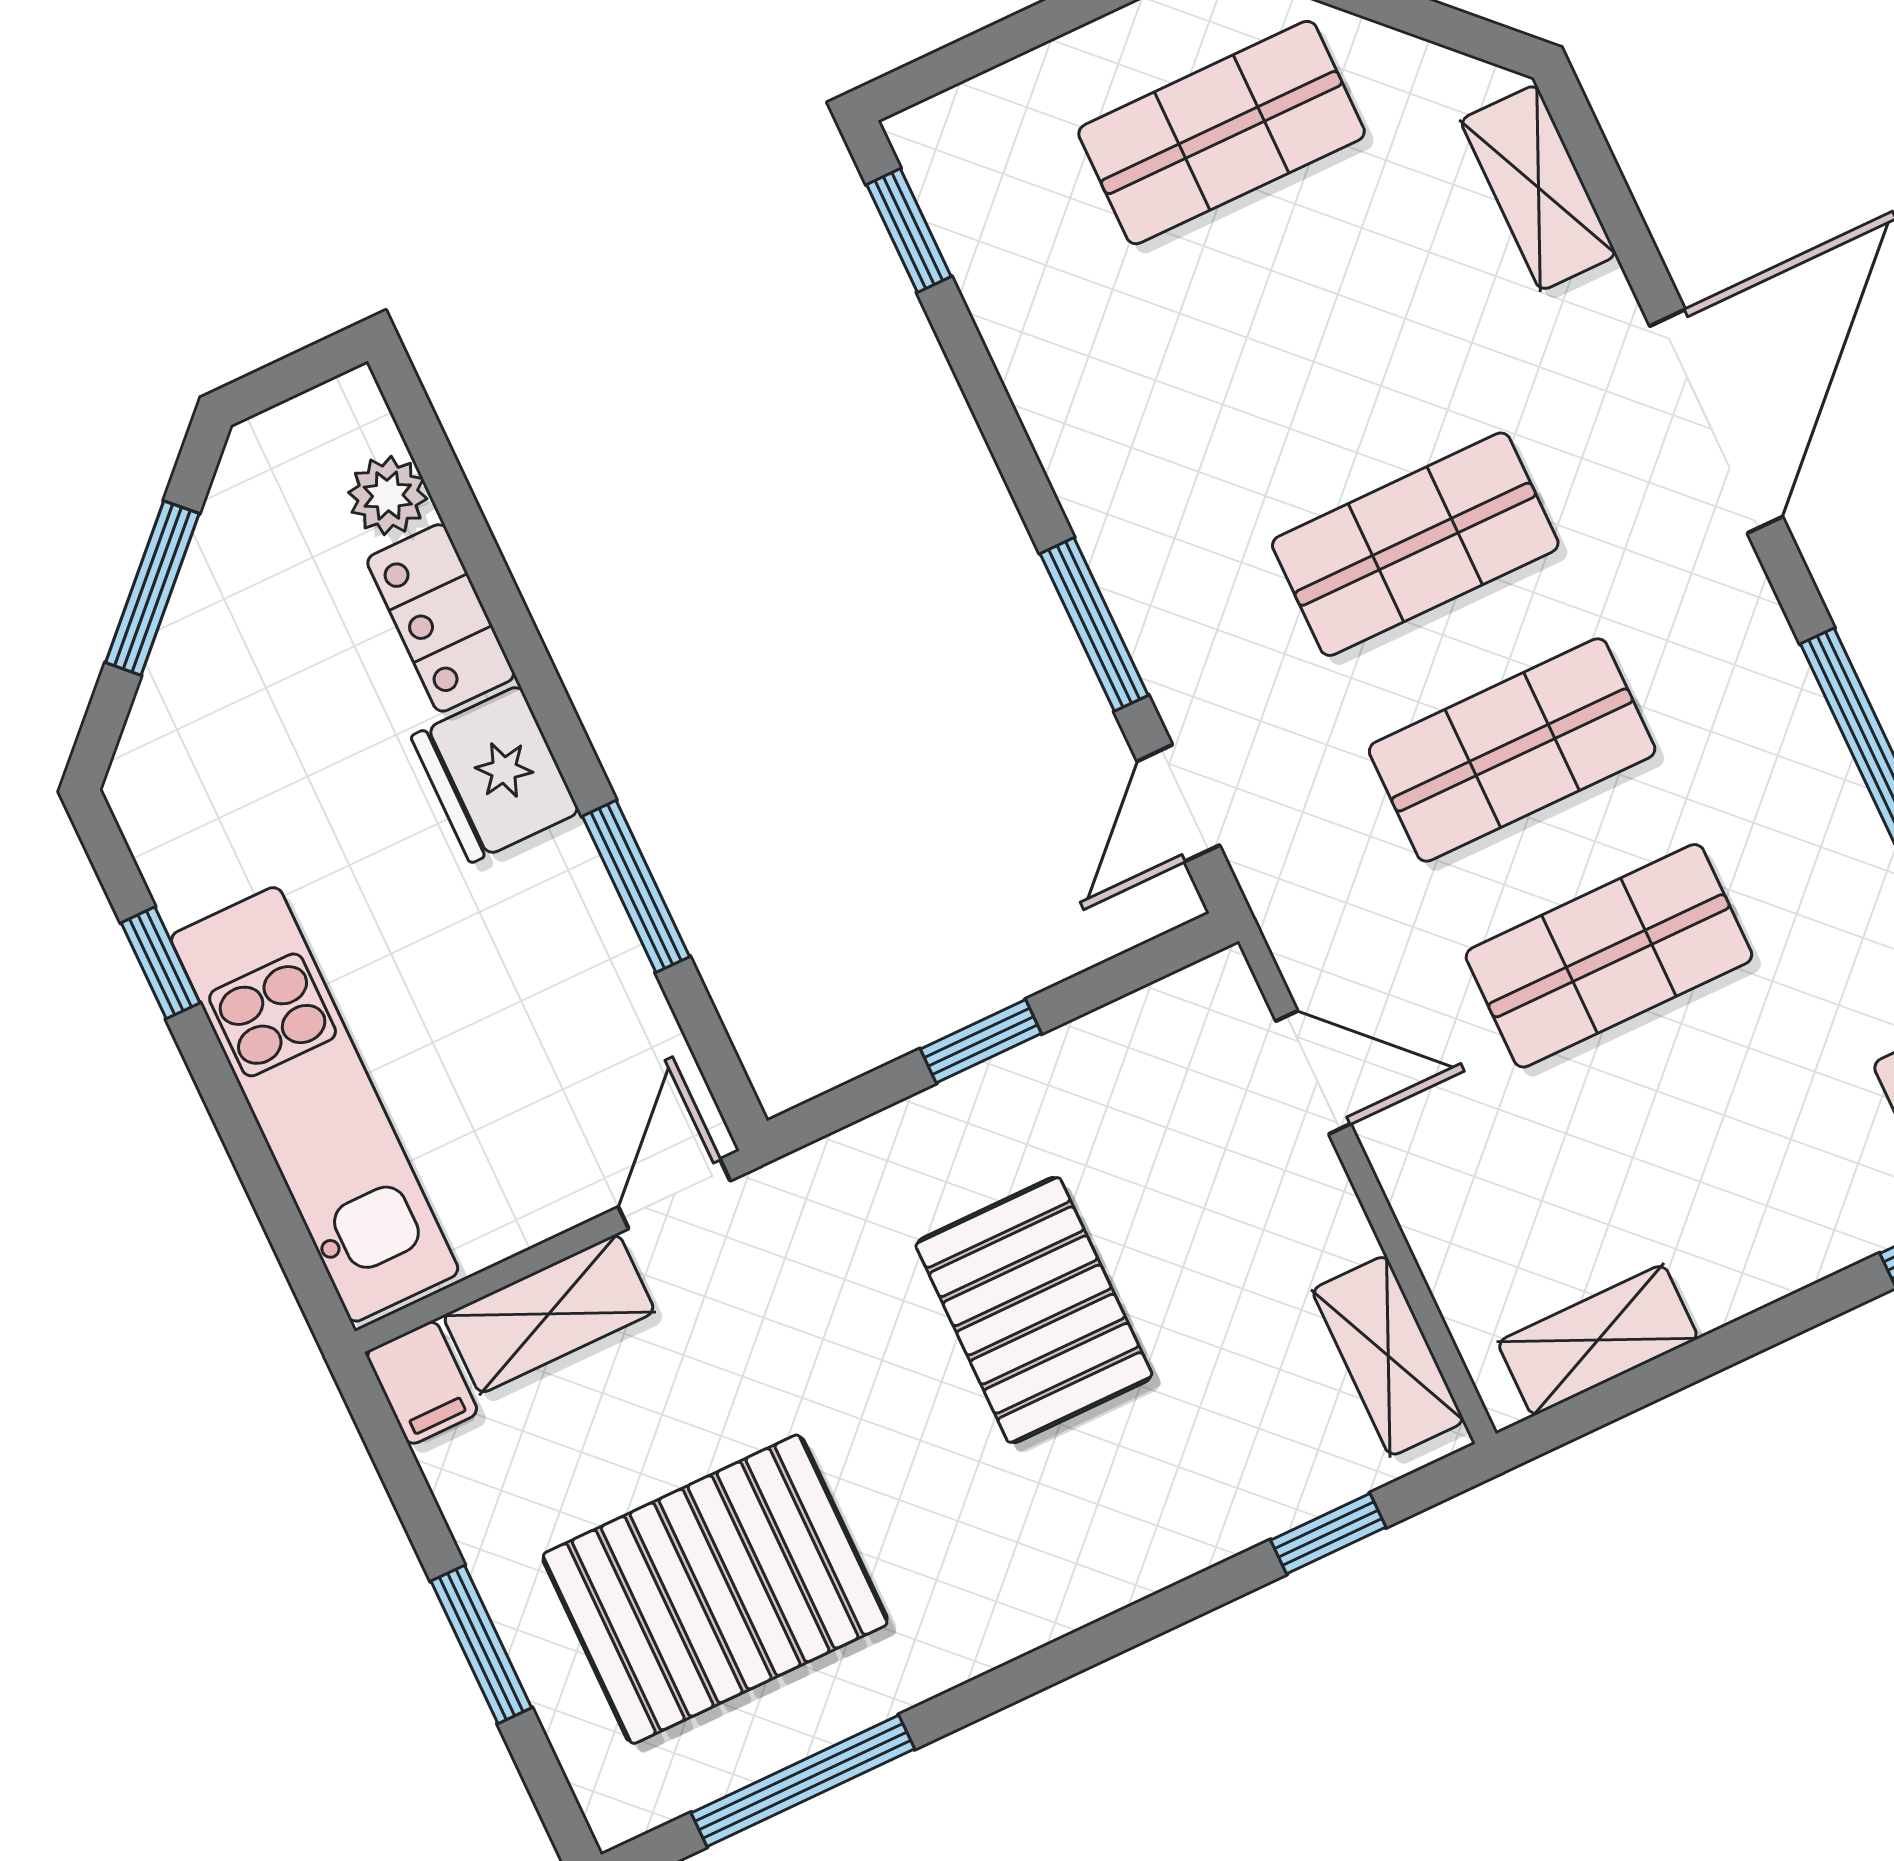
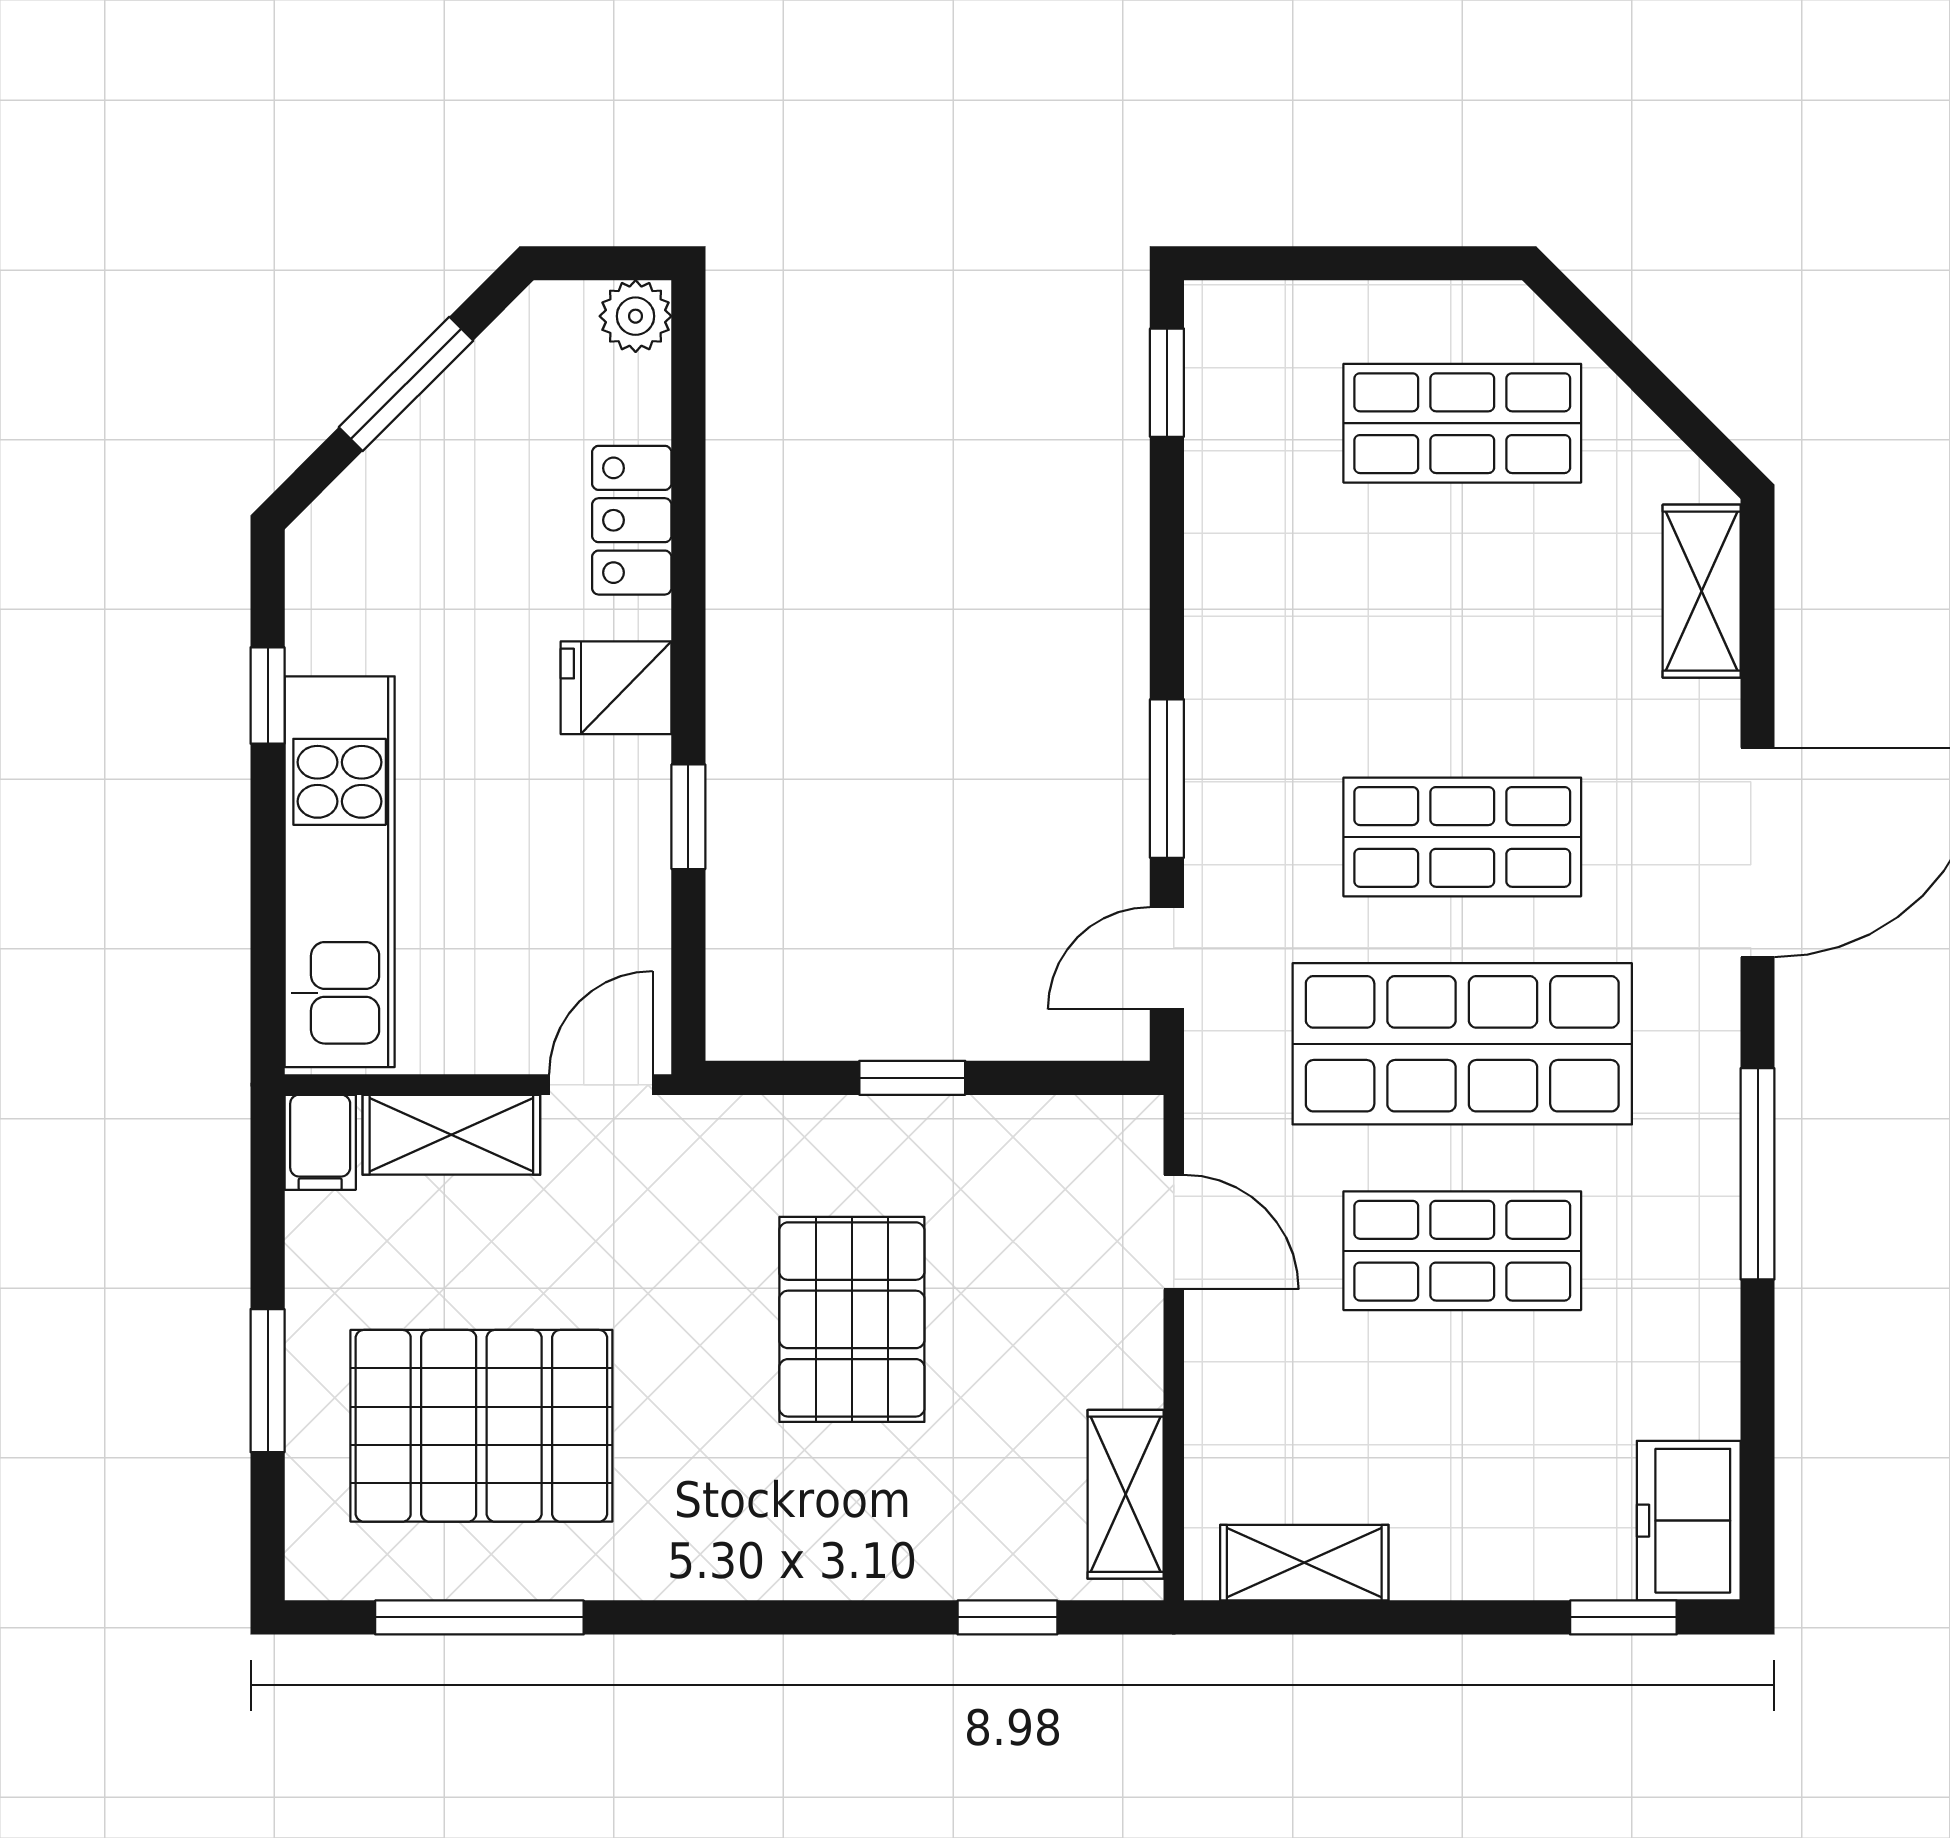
plant: (388, 496) -> (636, 316), moved
shop shelf: (1512, 750) -> (1462, 1044), width x1.43, depth x1.36
fridge: (495, 774) -> (616, 688), width x0.72
window: (636, 886) -> (688, 817), width x0.67

